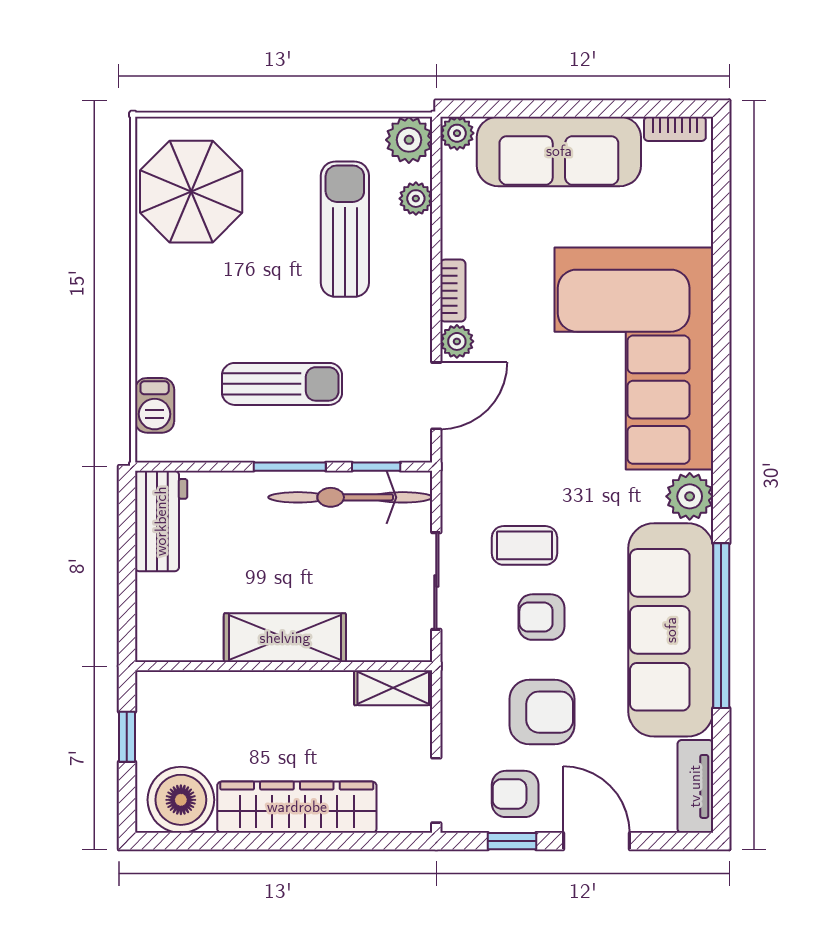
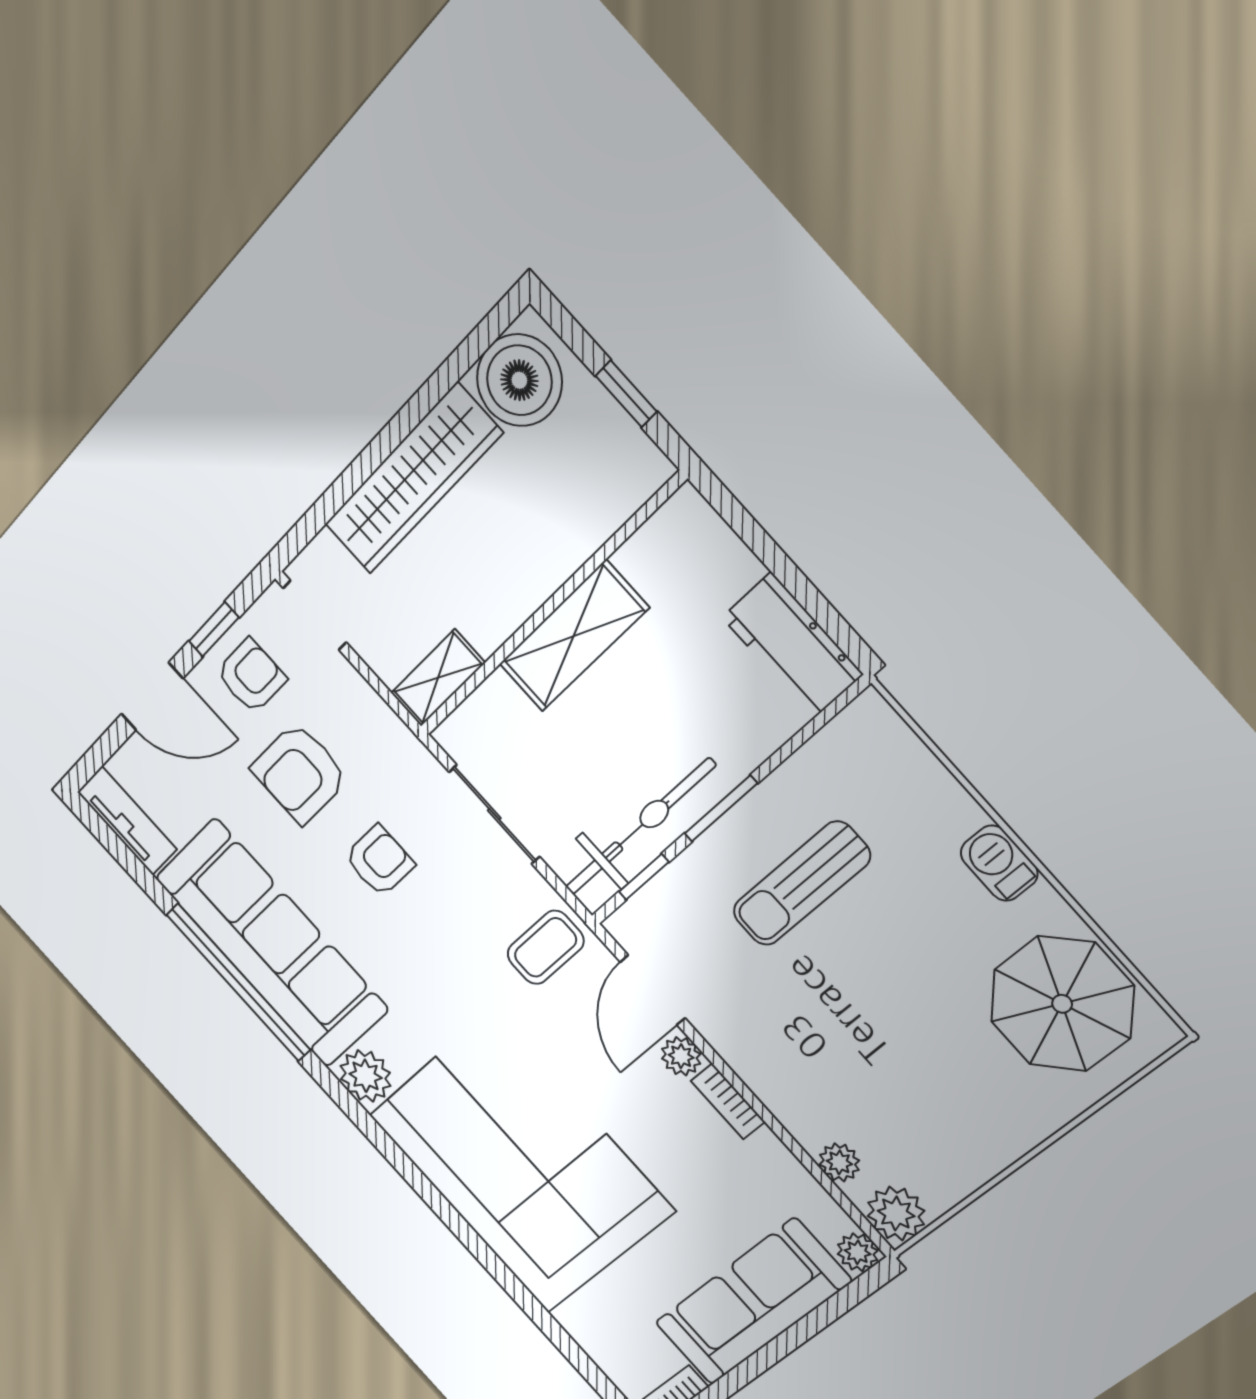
sun lounger: (345, 229) -> (879, 1082), removed
barbecue: (155, 405) -> (999, 863), moved
coffee table: (524, 545) -> (546, 947), moved

